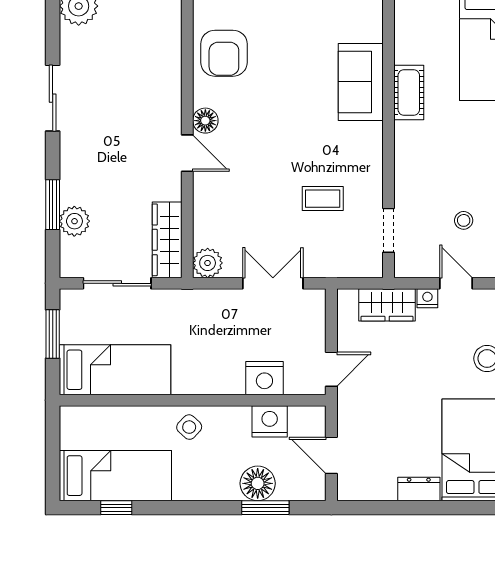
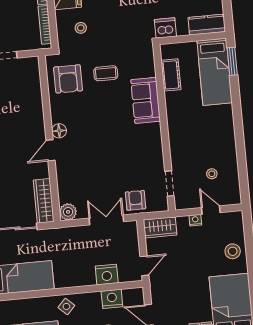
armchair: (224, 53) -> (68, 79), moved
cot: (409, 93) -> (171, 75), moved
door: (187, 153) -> (51, 150), swing flipped
coffee table: (323, 199) -> (106, 73), moved
armchair: (327, 254) -> (136, 200), added
wardrobe: (387, 305) -> (160, 227), moved

